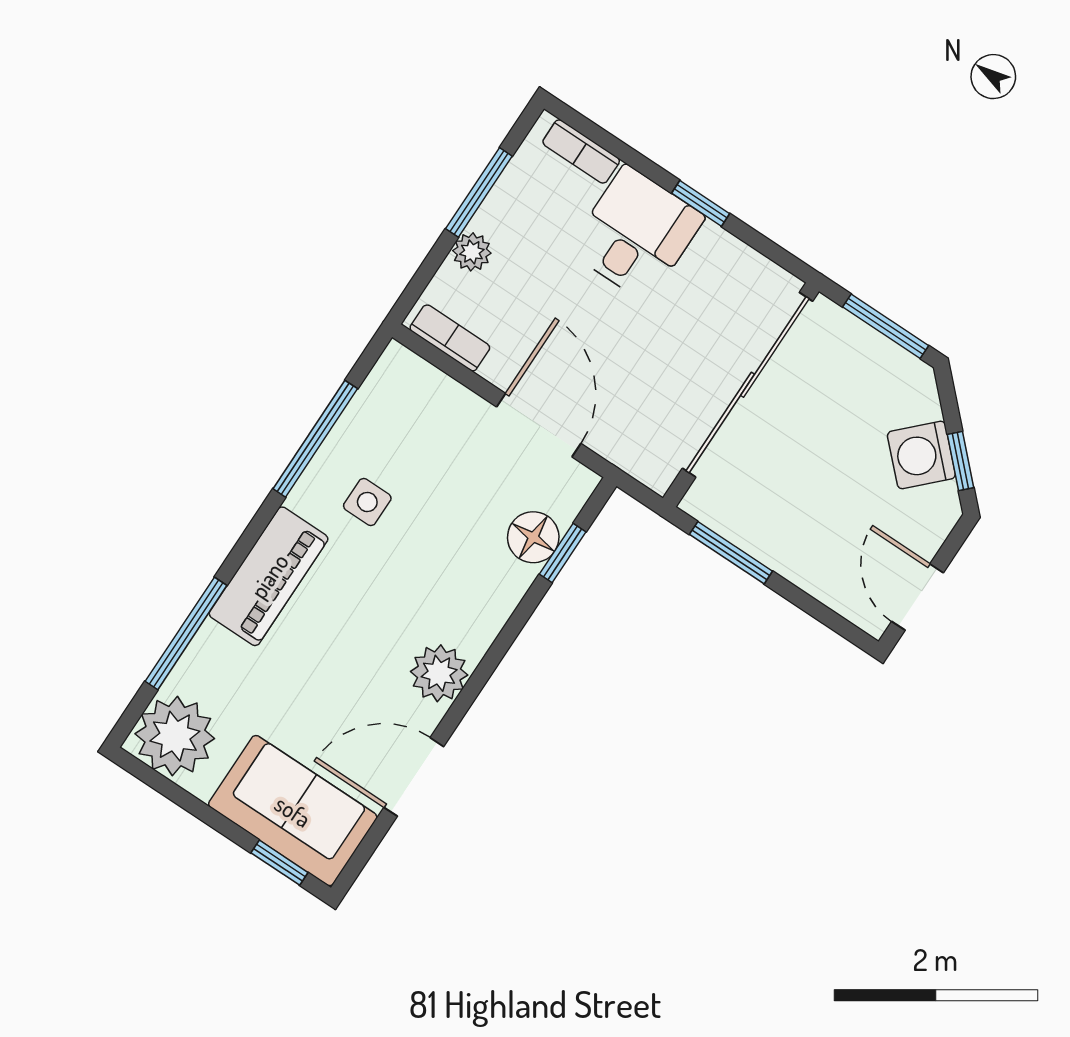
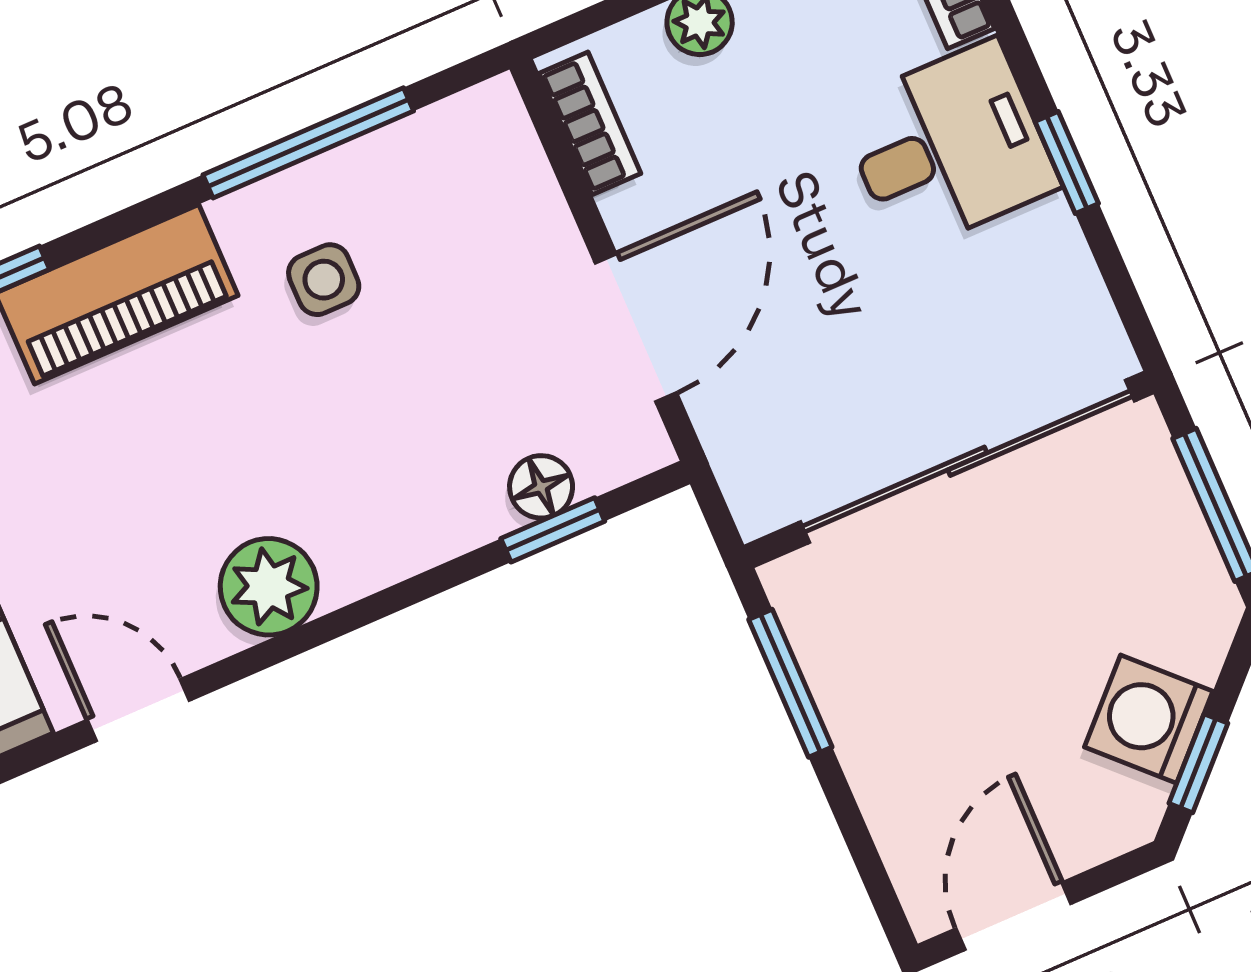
floor lamp: (533, 537) -> (541, 487), width x0.73, depth x0.73
door: (414, 777) -> (138, 710), width x0.73

